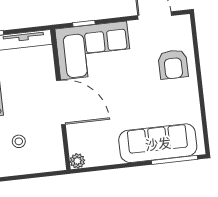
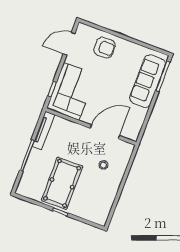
door: (61, 102) -> (105, 132), moved
plant: (77, 161) -> (133, 135), removed

